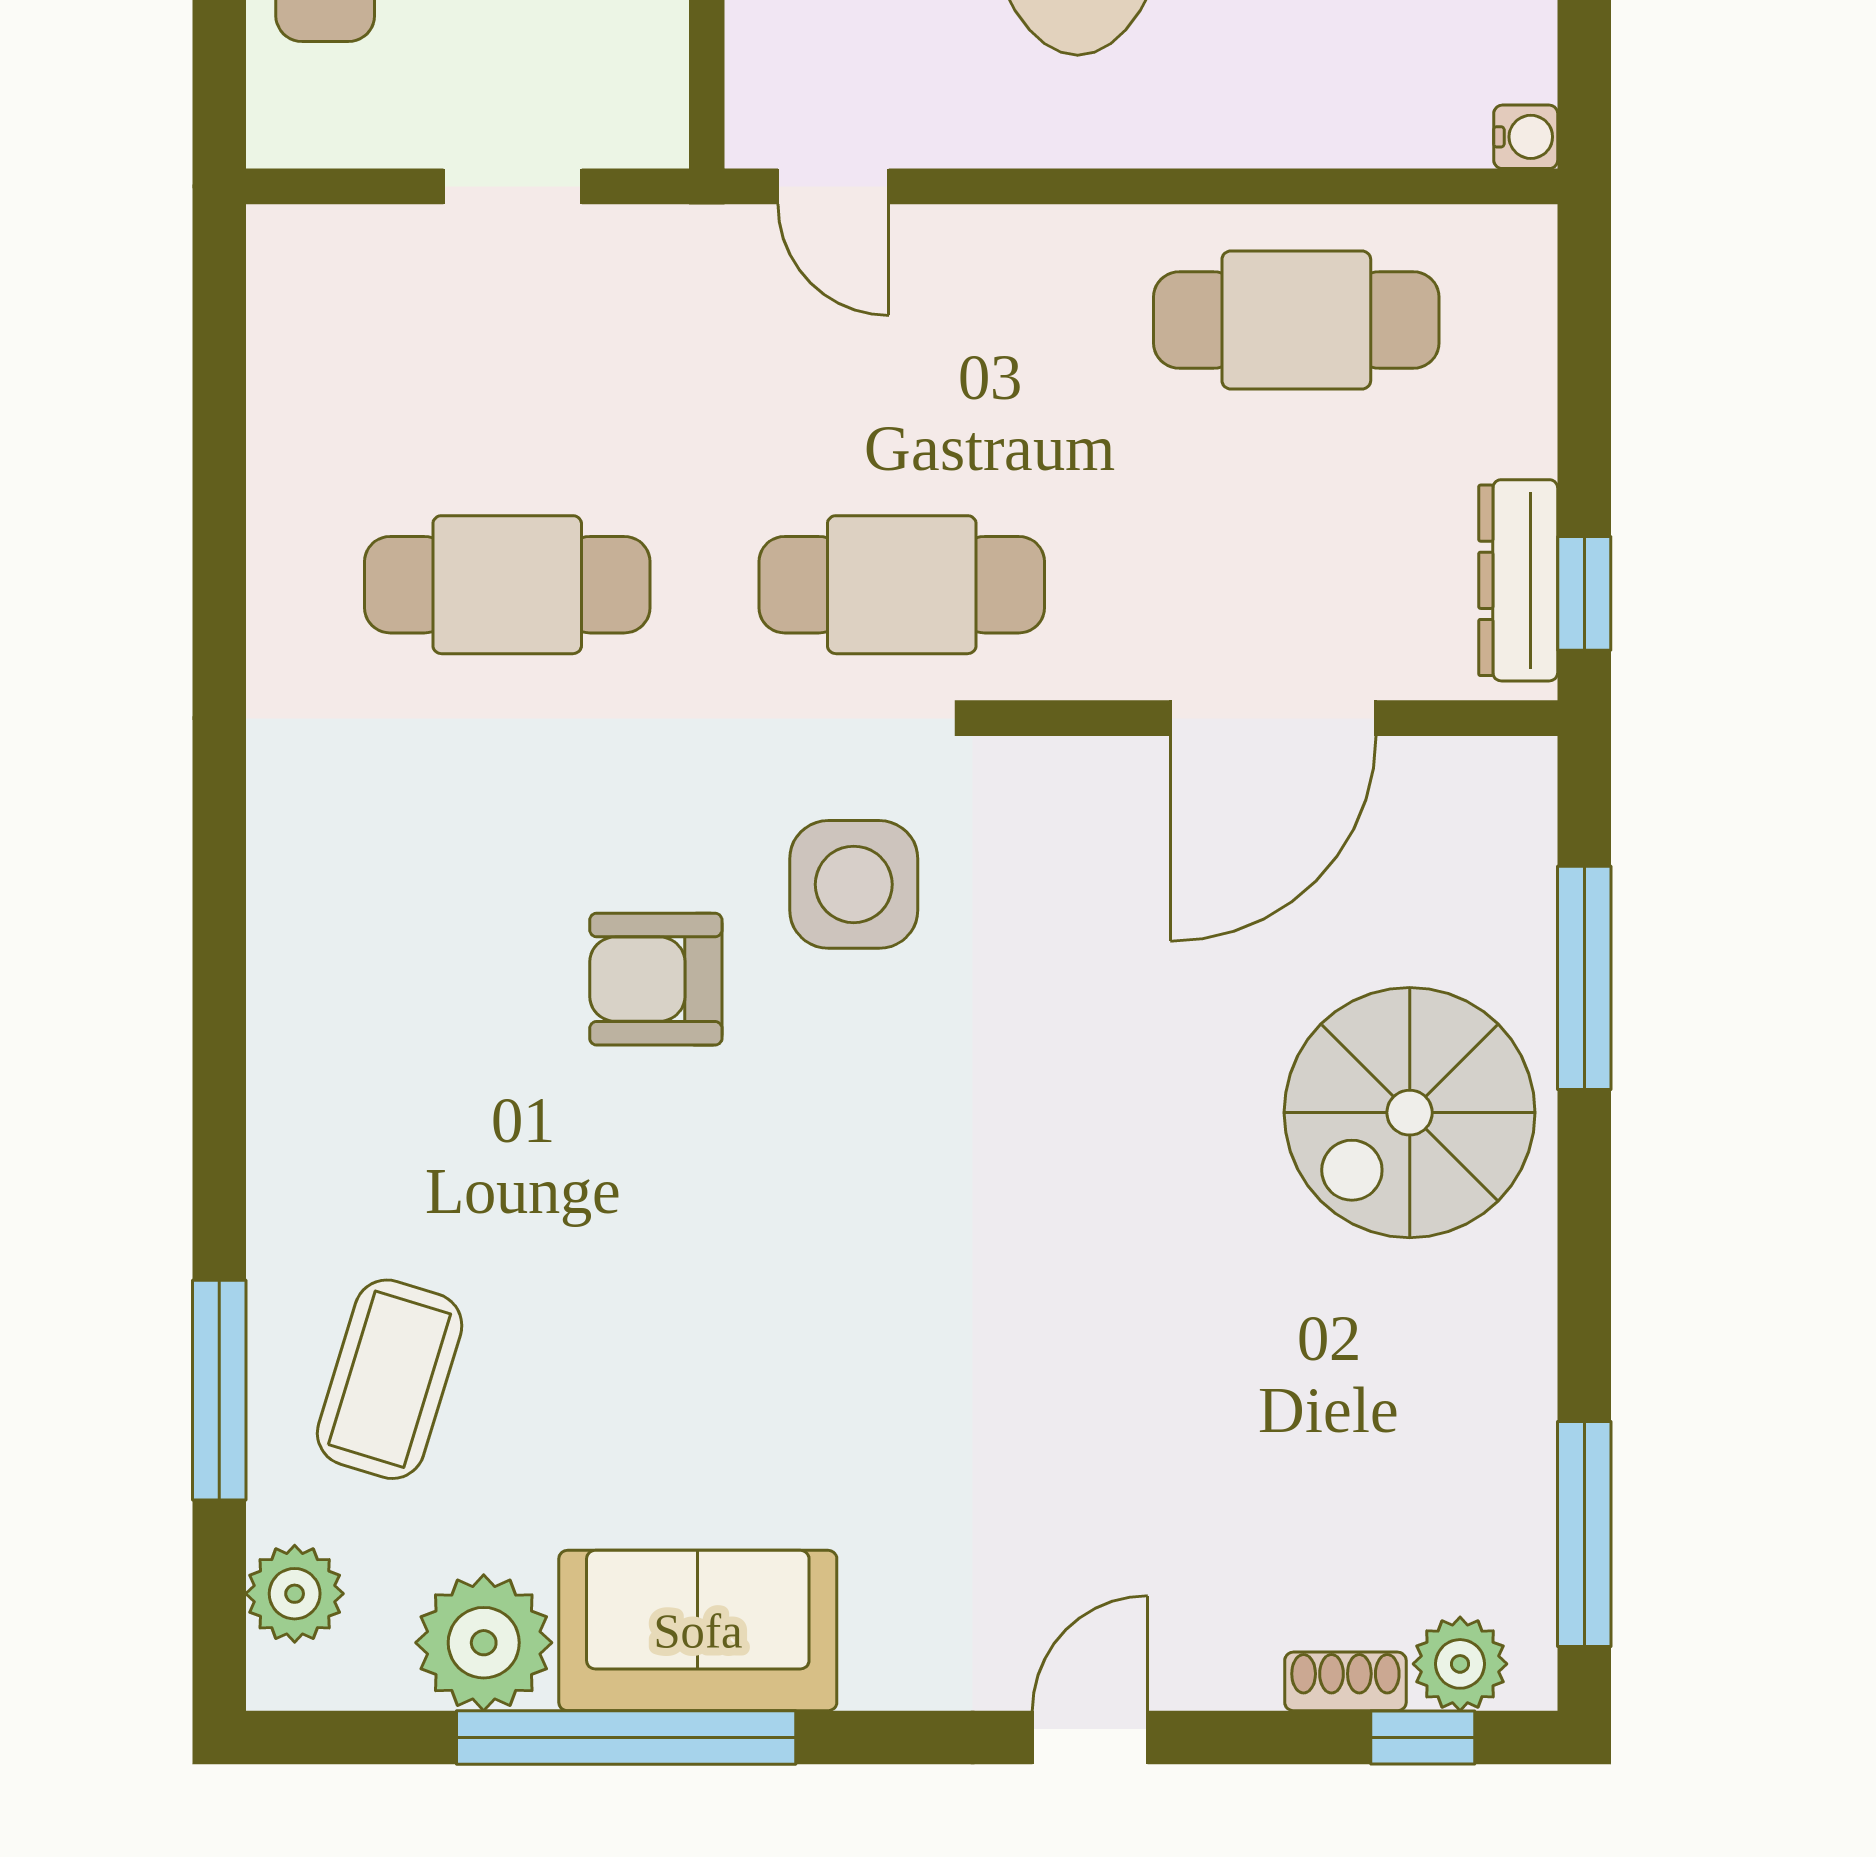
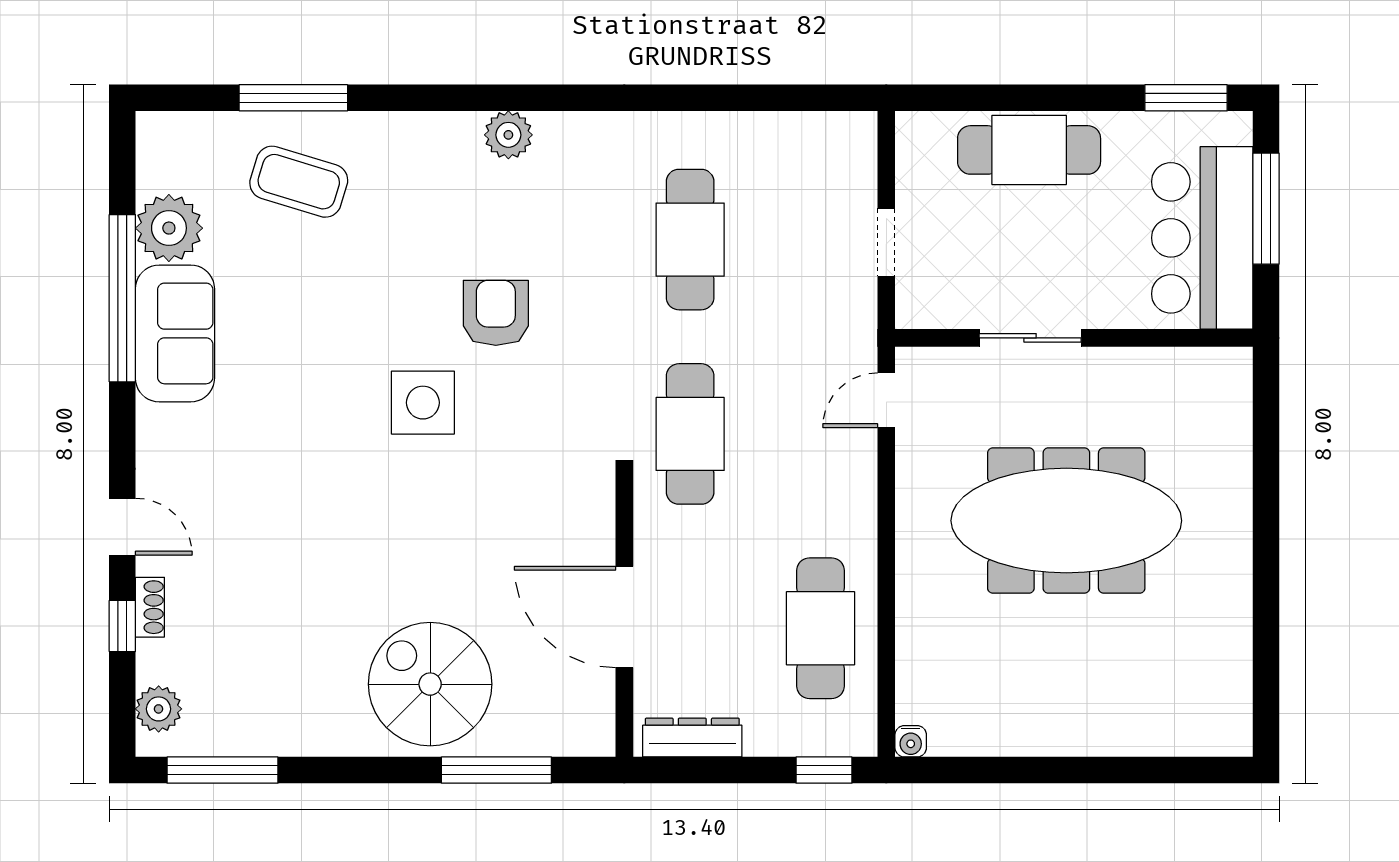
window: (1584, 593) -> (824, 770), moved
side table: (854, 884) -> (423, 403), moved
plant: (295, 1594) -> (508, 135), moved
shoe rack: (1345, 1681) -> (150, 607), moved
window: (1423, 1737) -> (122, 626), moved

